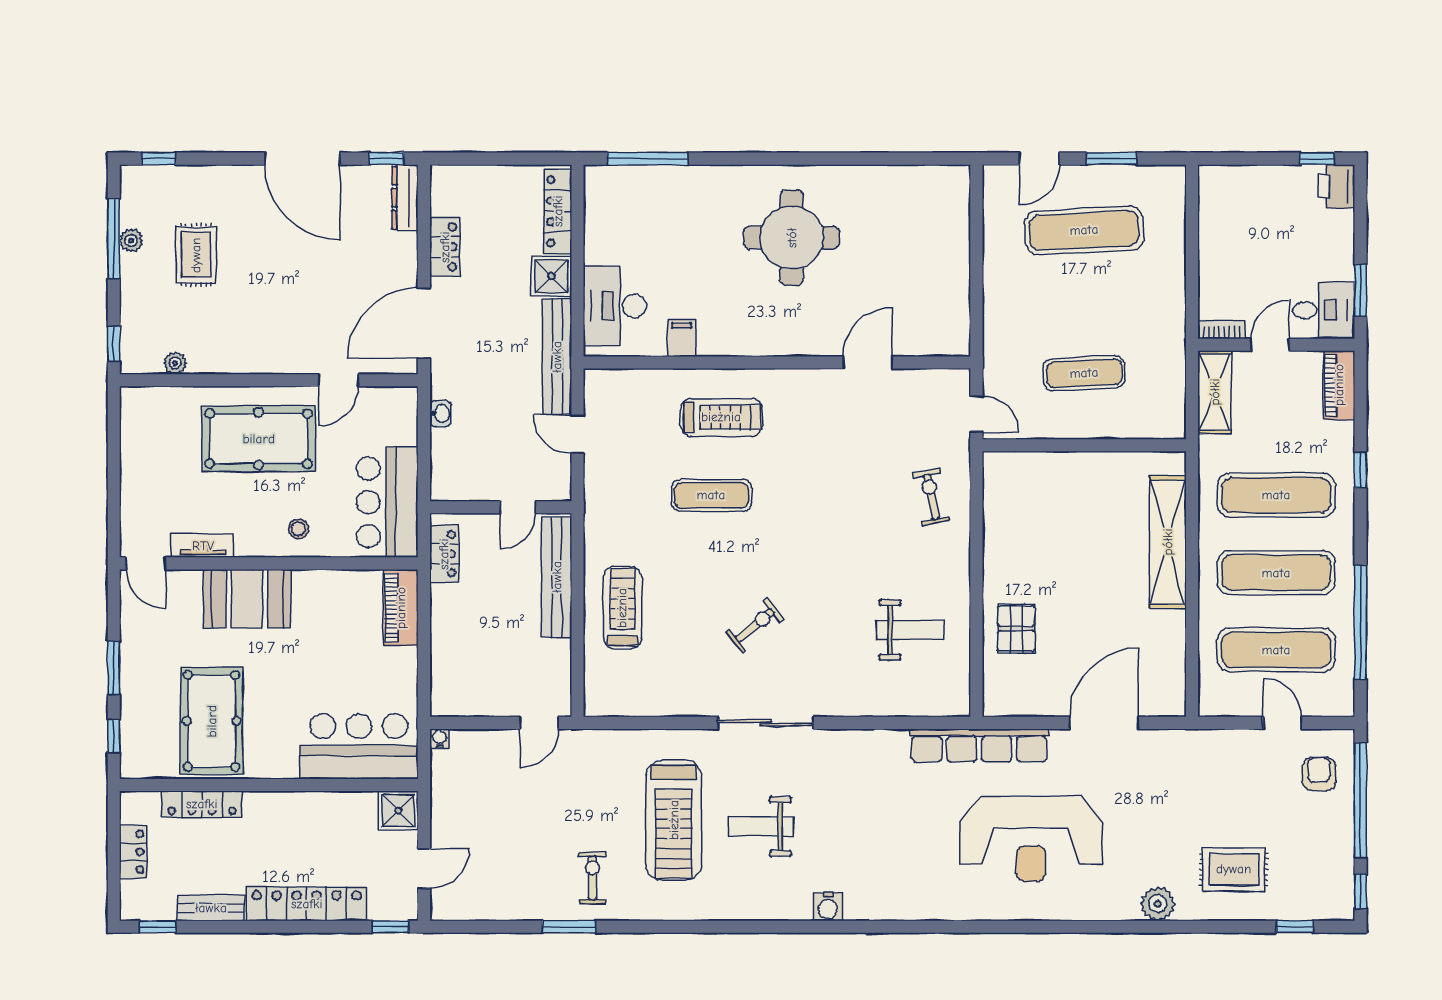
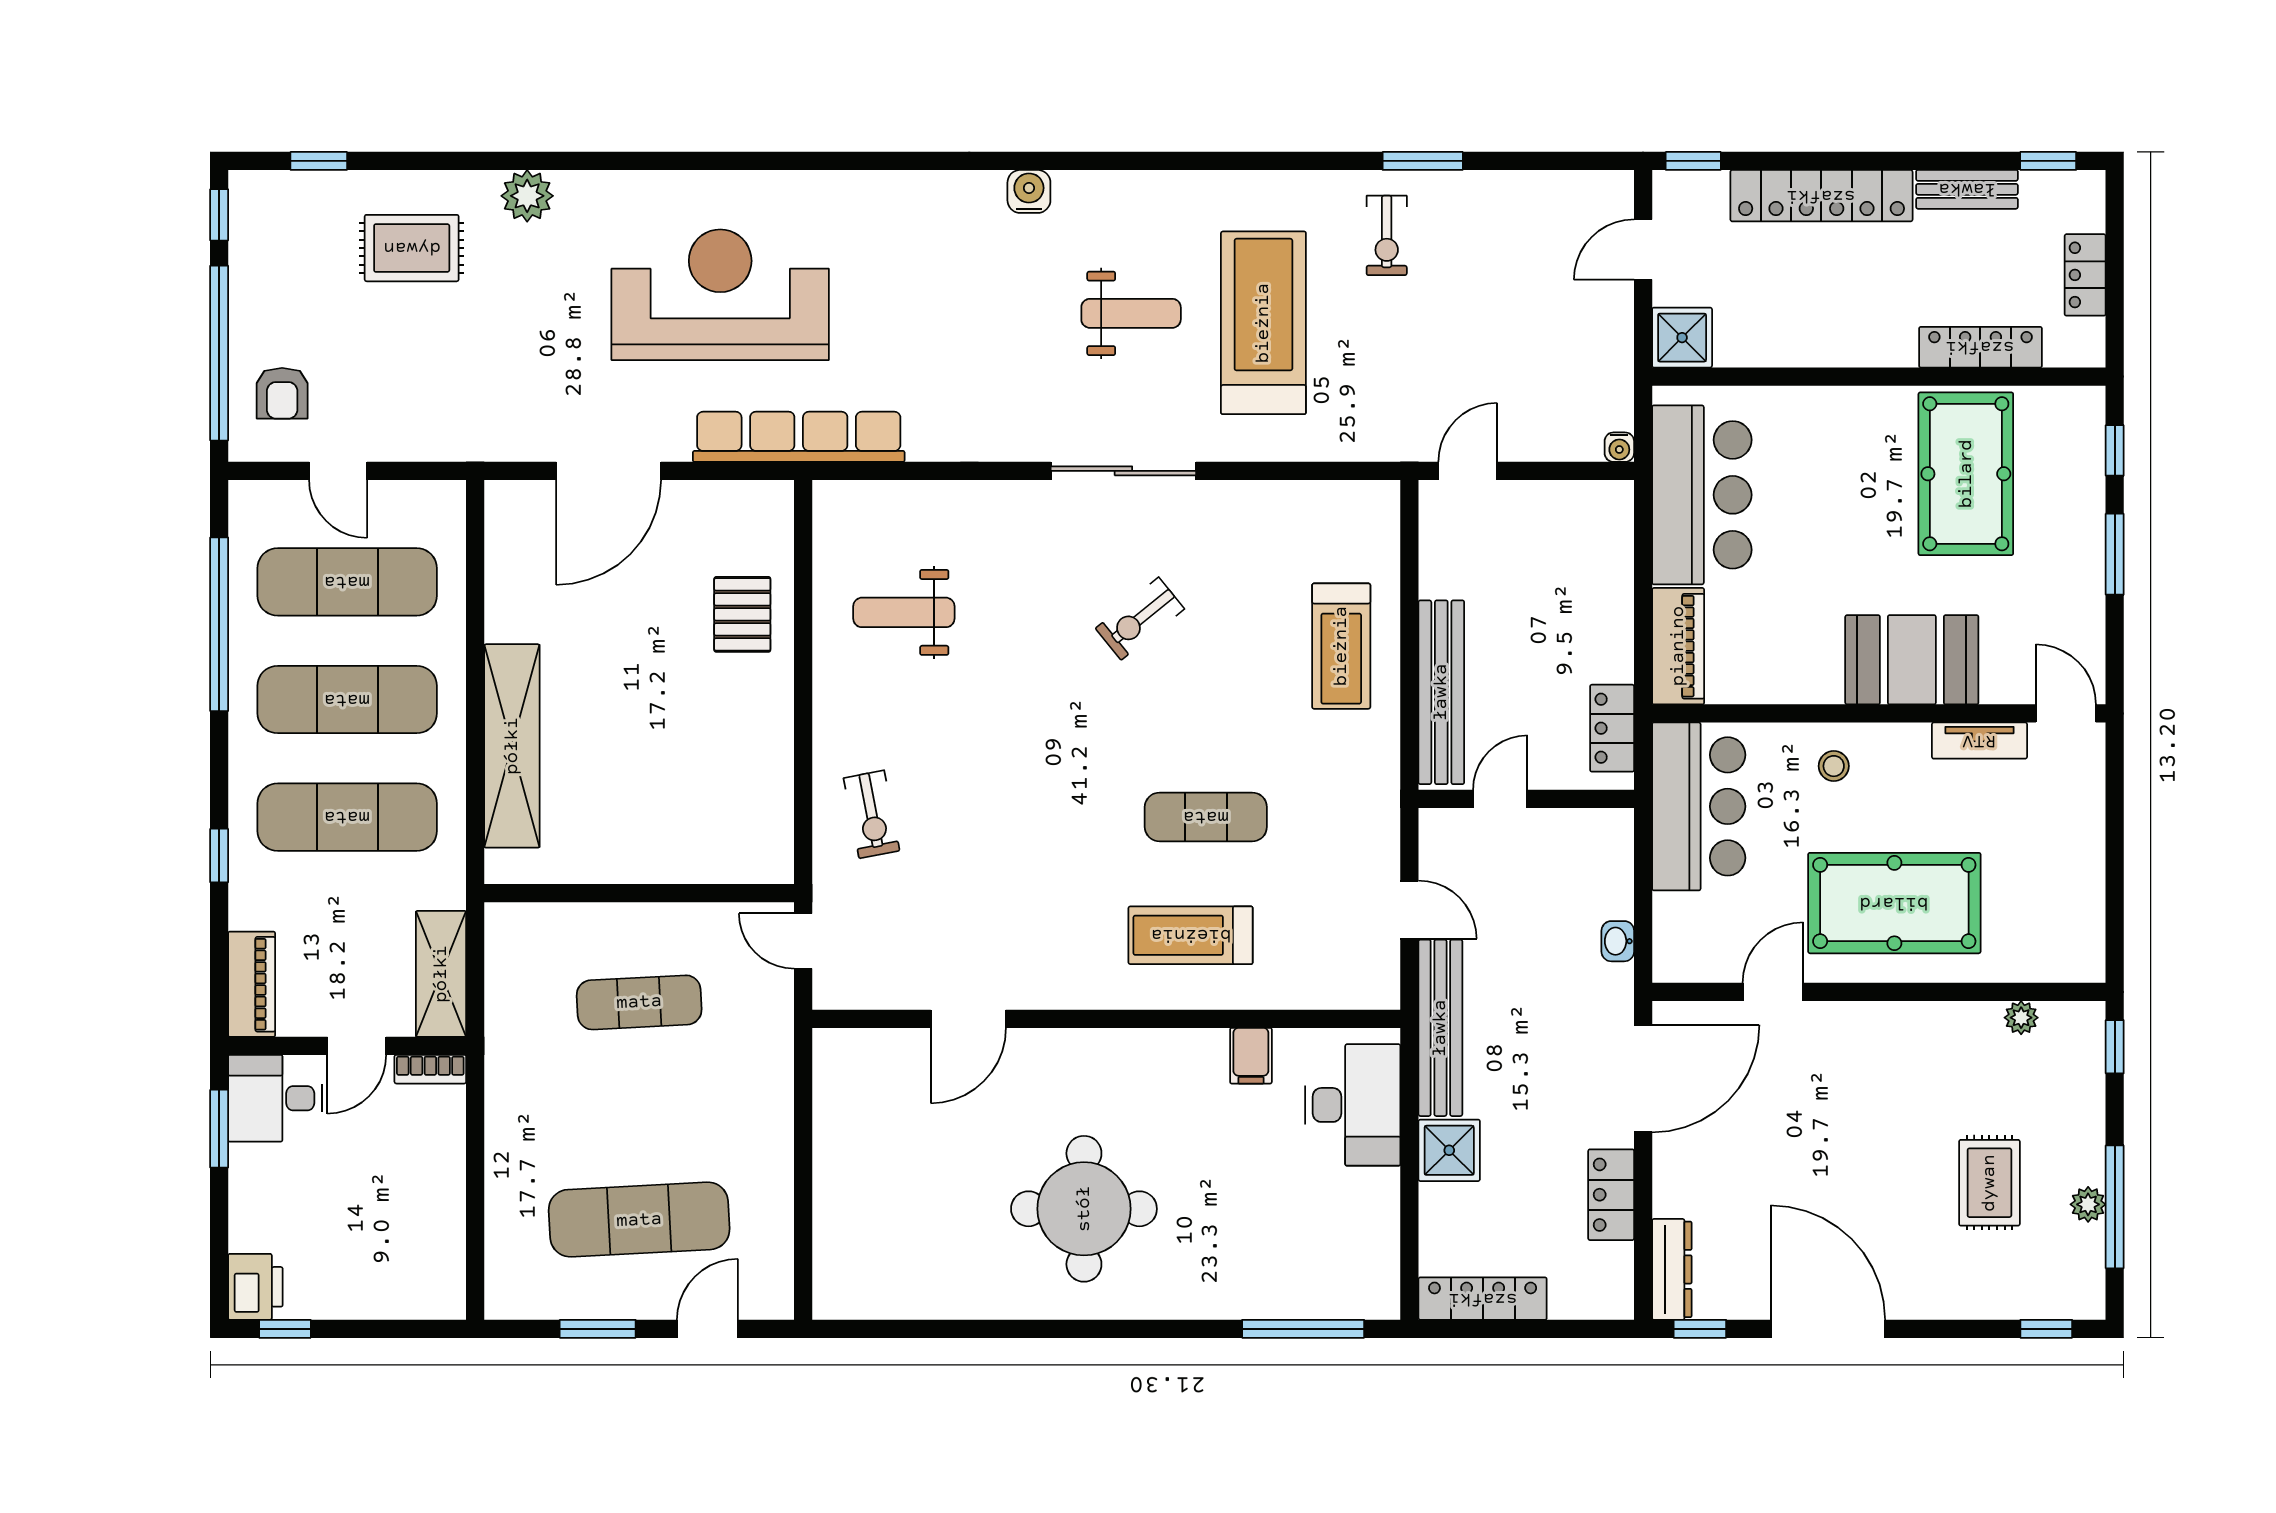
locker: (558, 211) -> (1483, 1299), moved, turned -90
bar counter: (359, 746) -> (1702, 495), moved, turned -90

